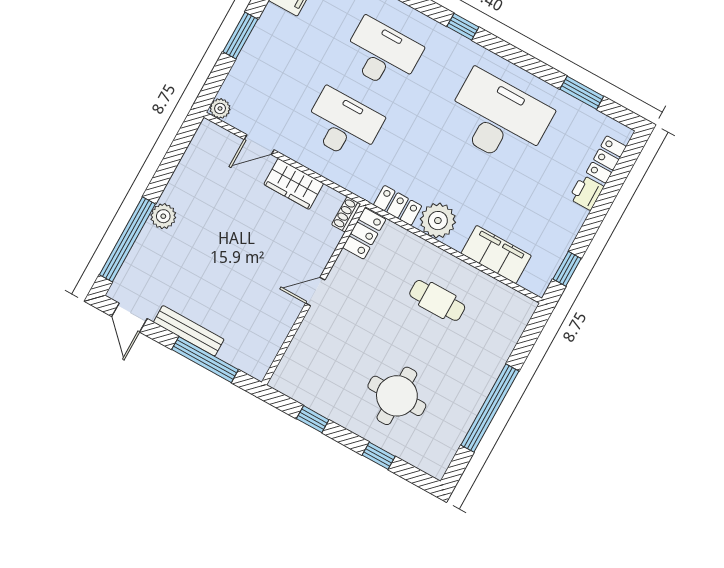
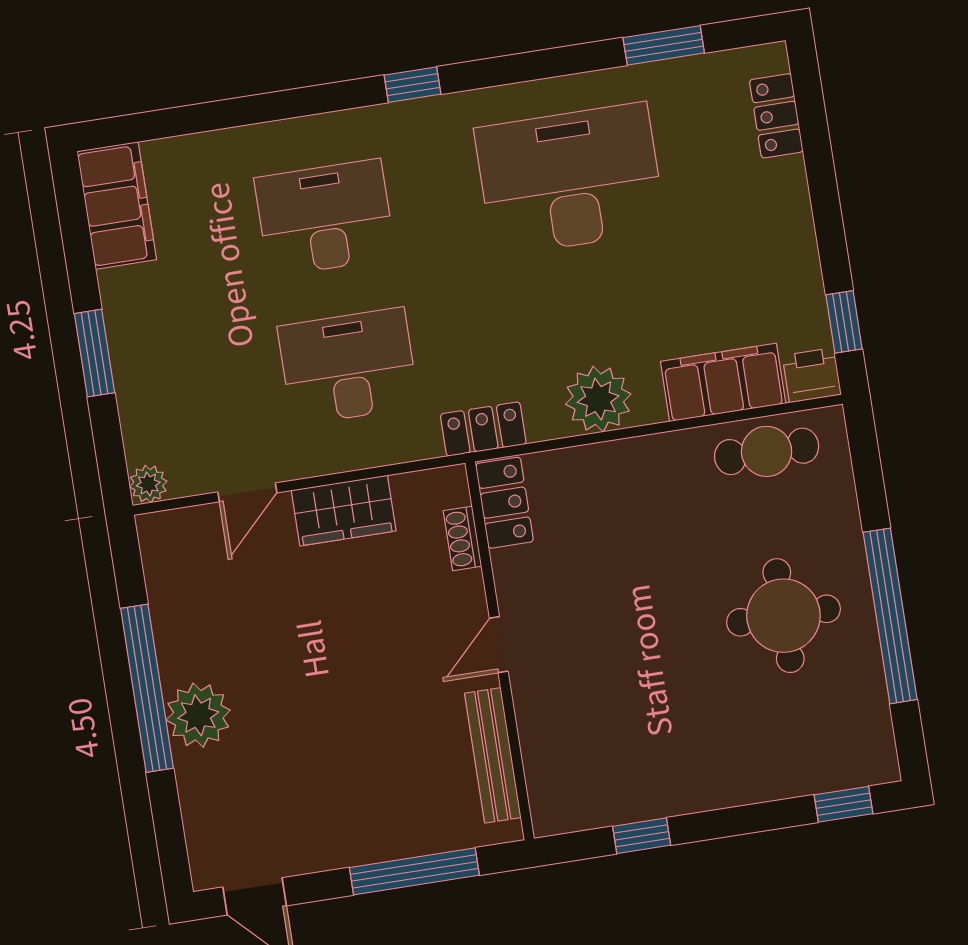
printer: (586, 192) -> (812, 375), moved, turned 90
locker: (398, 205) -> (483, 429), moved
shoe rack: (346, 214) -> (462, 538), moved
plant: (163, 216) -> (198, 715), width x1.36, depth x1.36
window: (127, 239) -> (147, 688), moved
cafe table: (437, 300) -> (767, 451), moved
bench: (189, 331) -> (493, 755), moved, turned 90
round table: (397, 396) -> (783, 616), moved
window: (379, 456) -> (843, 804), moved

